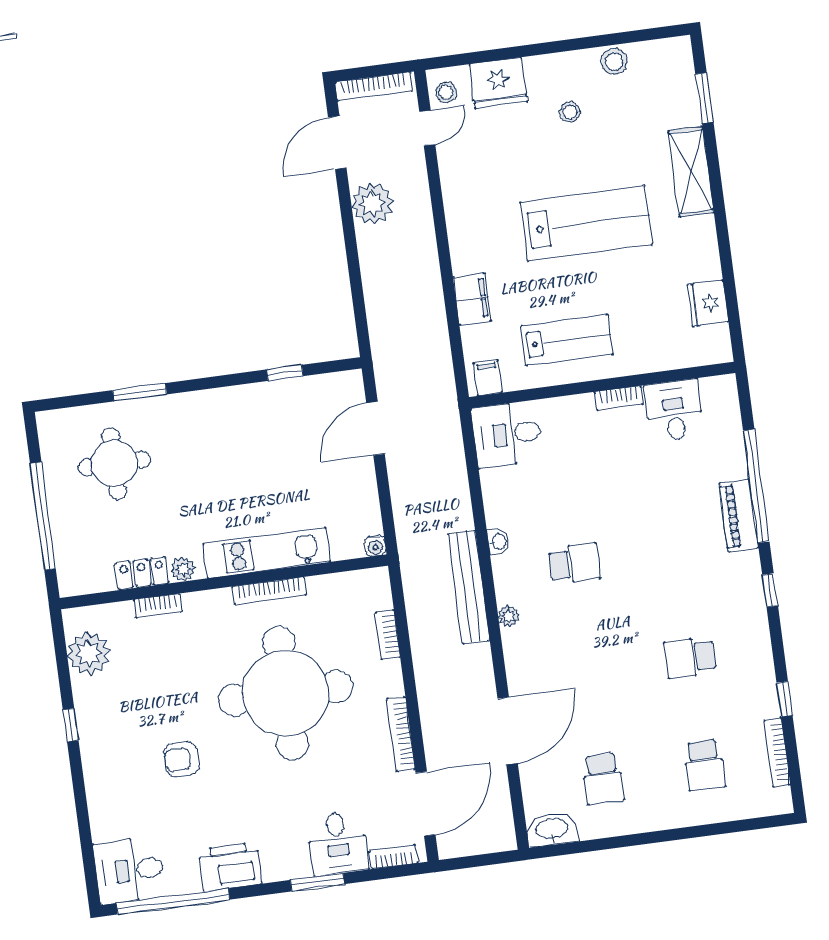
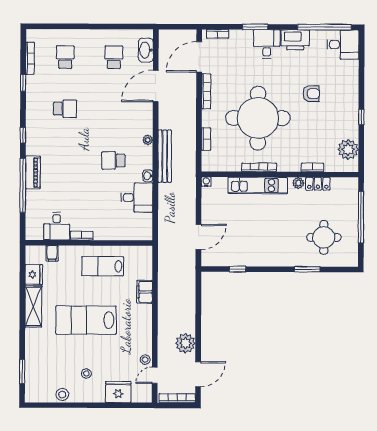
stool: (446, 92) -> (145, 360), moved
shelving: (691, 172) -> (33, 306), moved
filing cabinet: (488, 378) -> (52, 253), moved
desk: (507, 434) -> (137, 198), moved
washbasin: (552, 829) -> (146, 50), moved, turned 90
desk: (338, 843) -> (267, 44), moved

